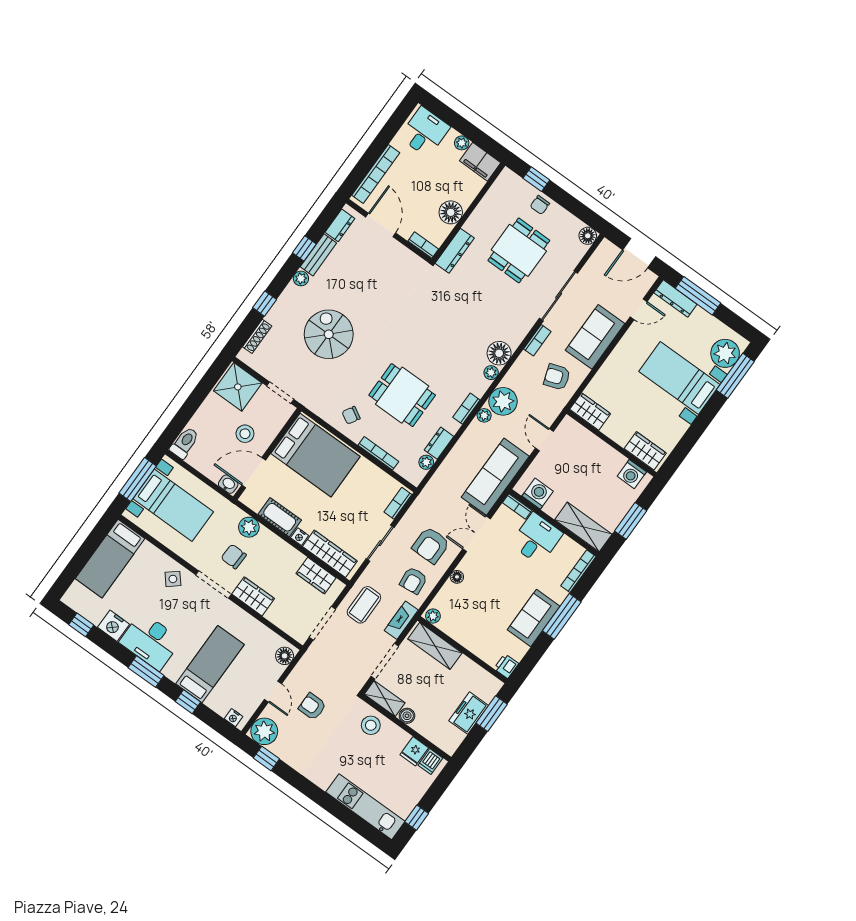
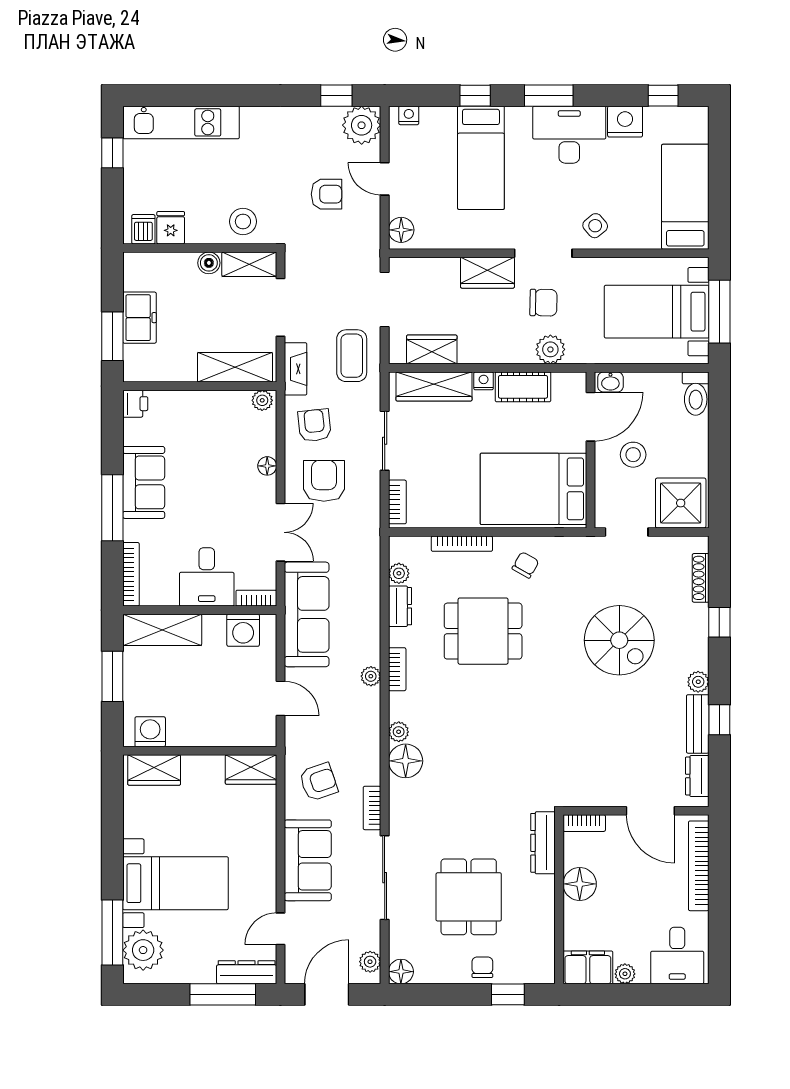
plant: (503, 401) -> (370, 962), moved, width x0.53, depth x0.53

